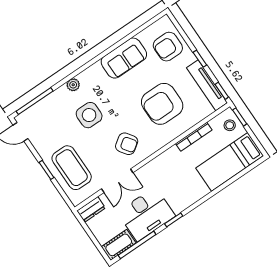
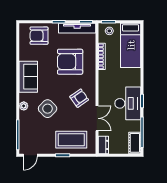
armchair: (168, 47) -> (39, 36), turned 90
sofa: (124, 58) -> (28, 77), moved
armchair: (162, 104) -> (70, 62), turned 90
side table: (89, 115) -> (48, 109), turned 45
desk: (146, 214) -> (128, 103), moved

